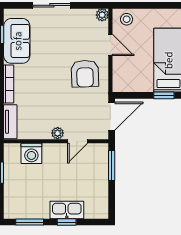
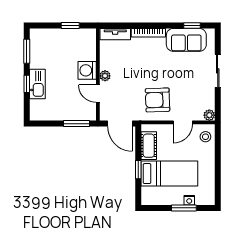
cot: (137, 84) -> (149, 146), added
washing machine: (31, 153) -> (87, 70), moved

